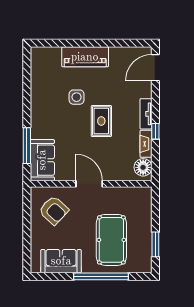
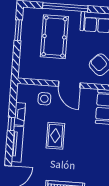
side table: (77, 97) -> (44, 99), moved
tv unit: (146, 114) -> (17, 144), width x1.41
floor lamp: (143, 167) -> (24, 95), removed

